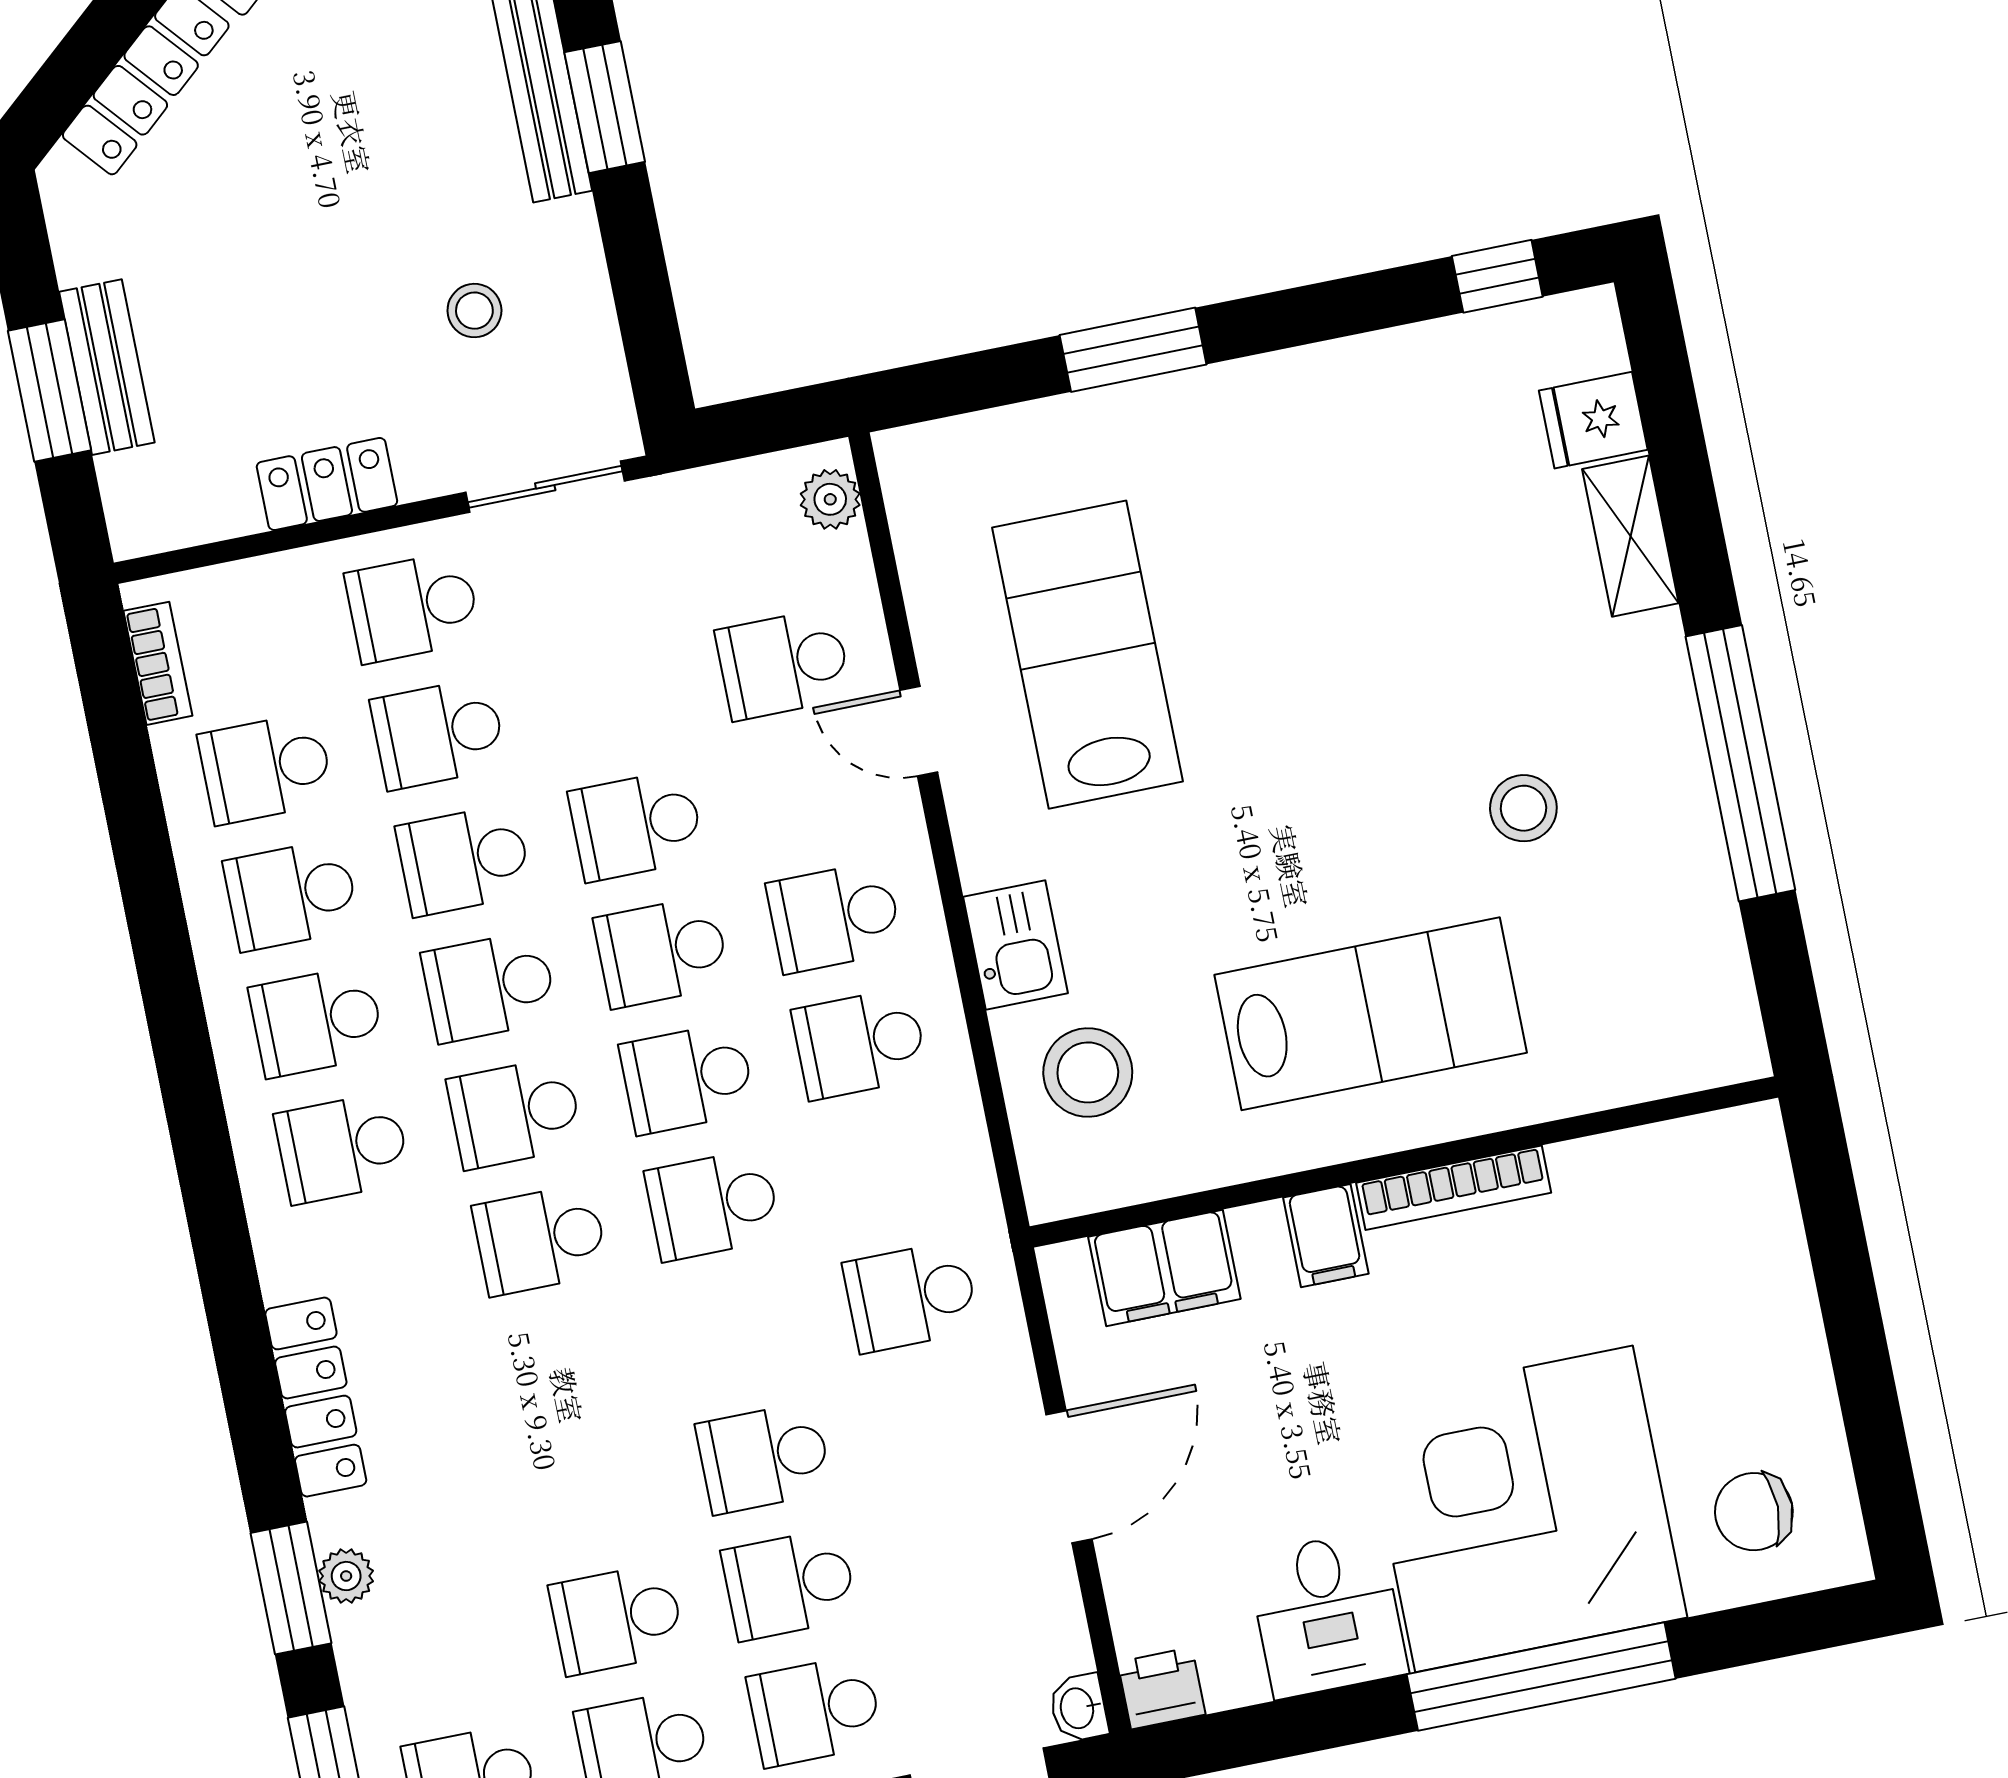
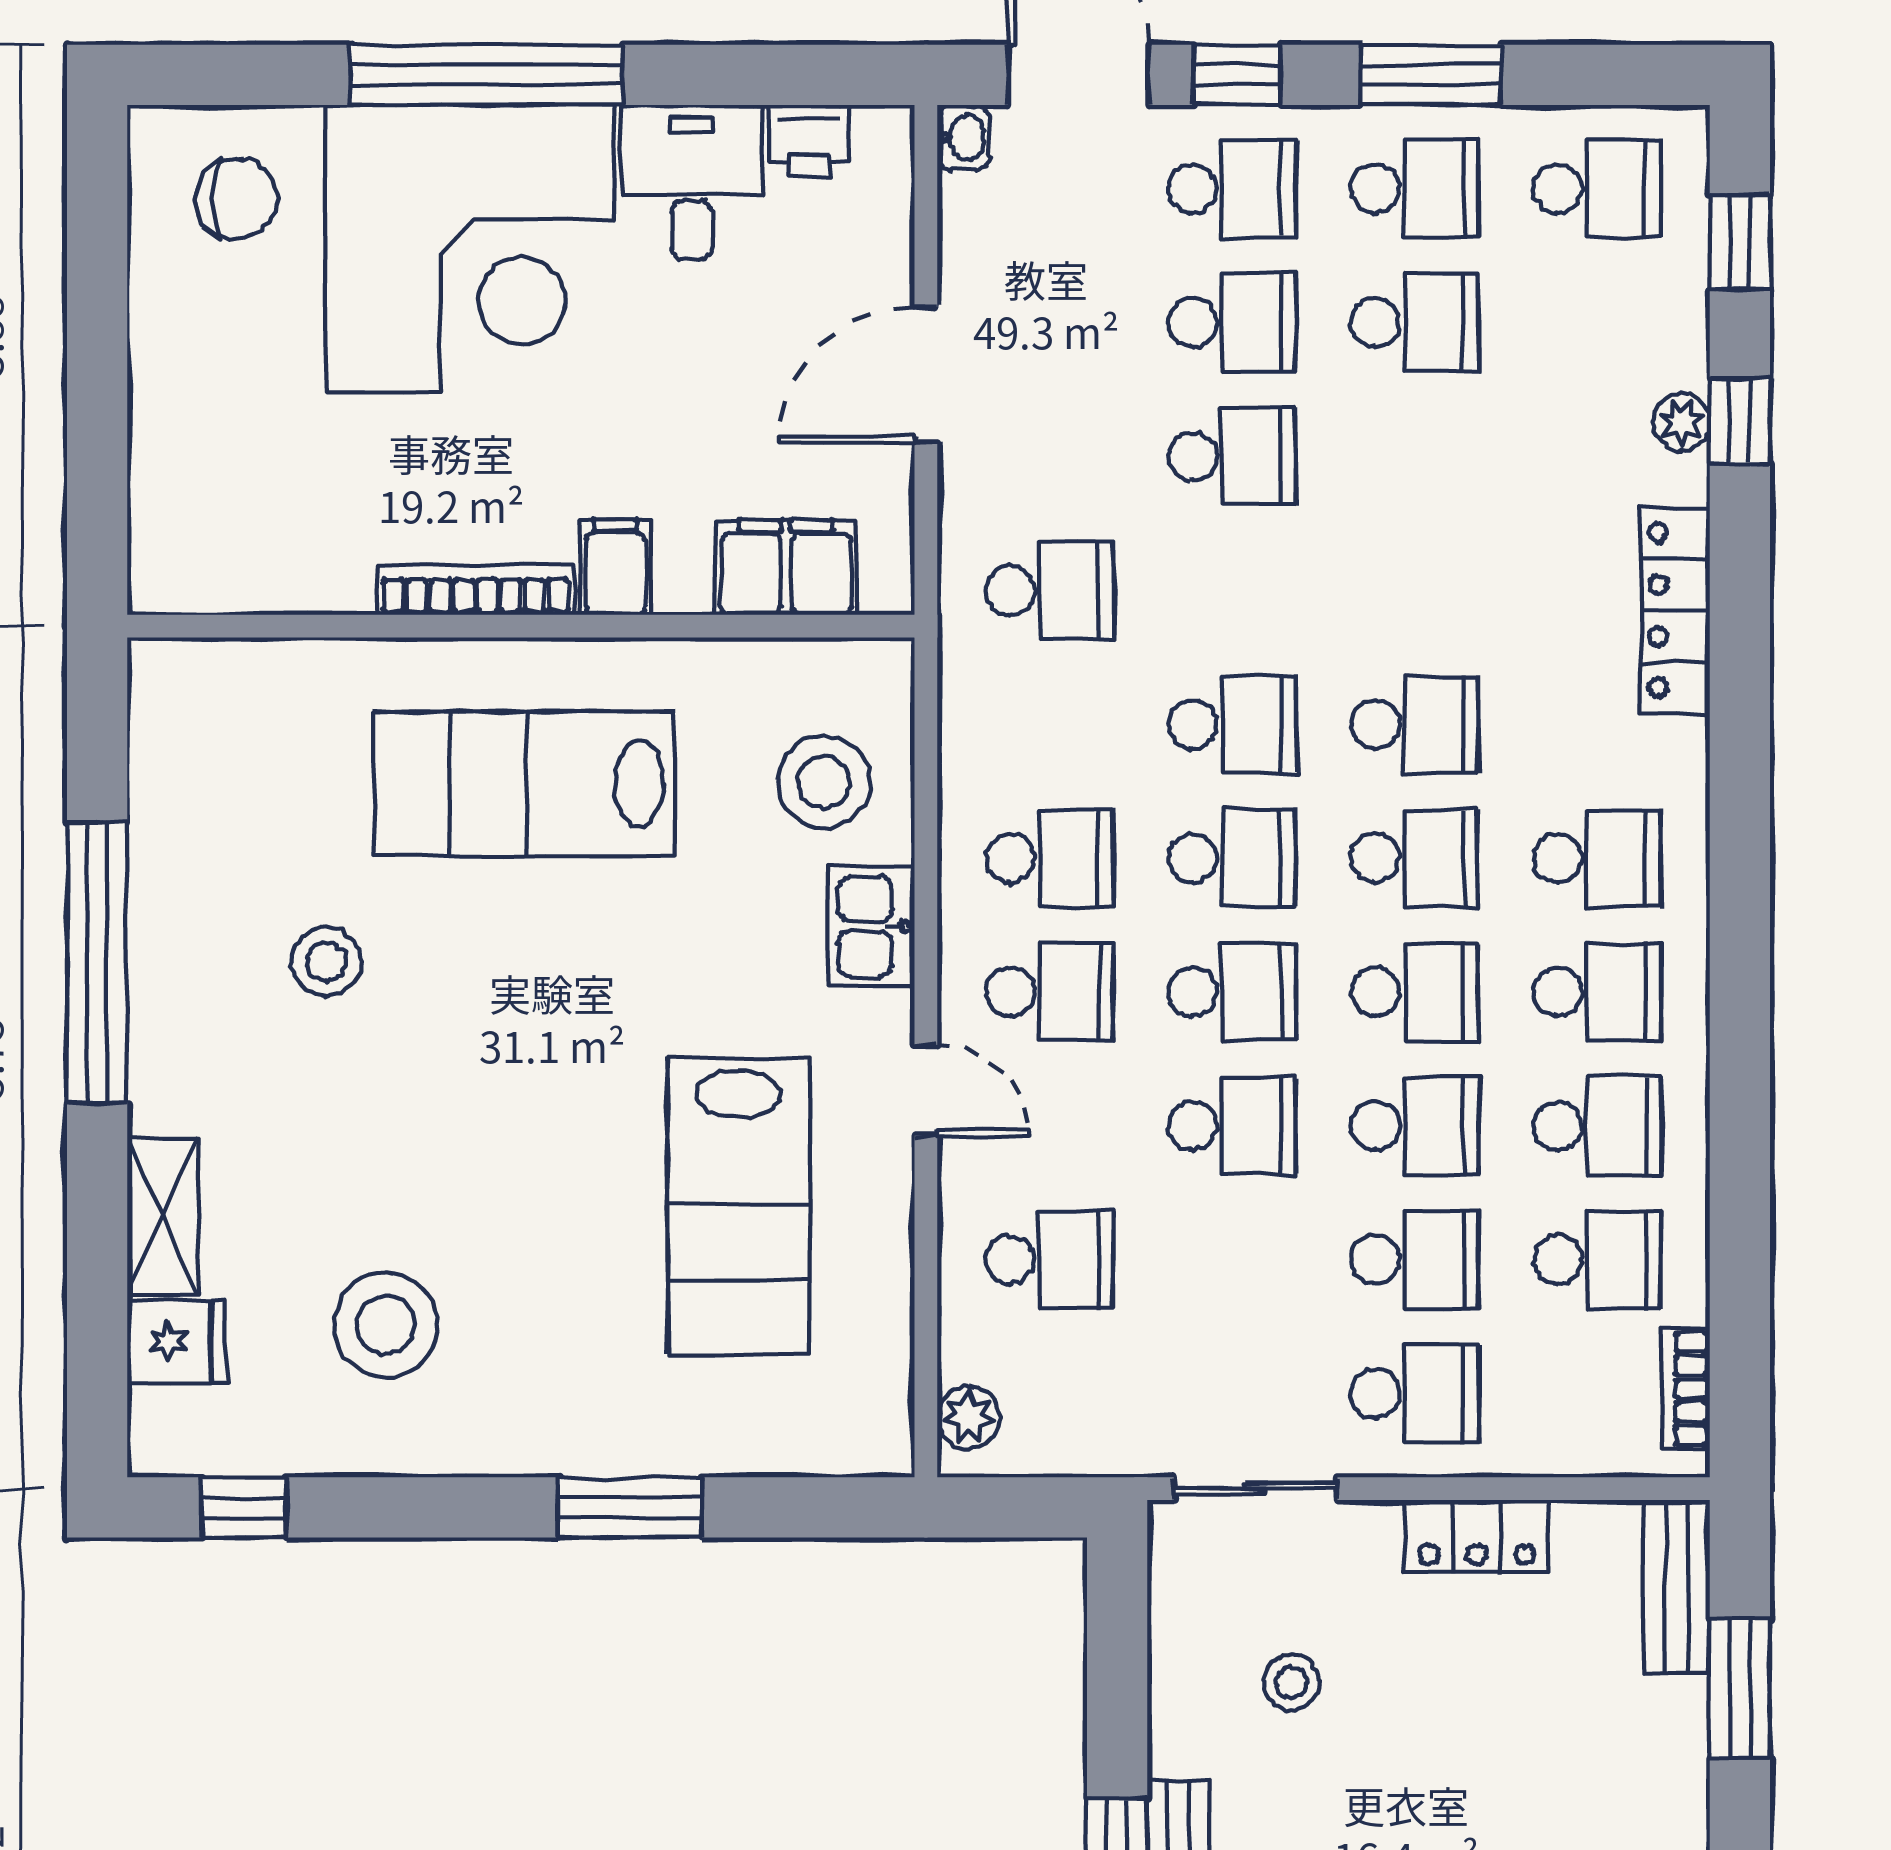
bench: (107, 367) -> (1677, 1586), moved
stool: (1399, 476) -> (386, 1325), added
door: (919, 731) -> (926, 1090), moved
window: (291, 1588) -> (1740, 421), width x0.67
printer: (1162, 1688) -> (809, 141), moved

